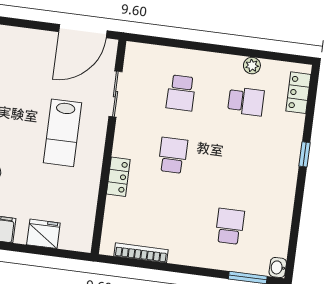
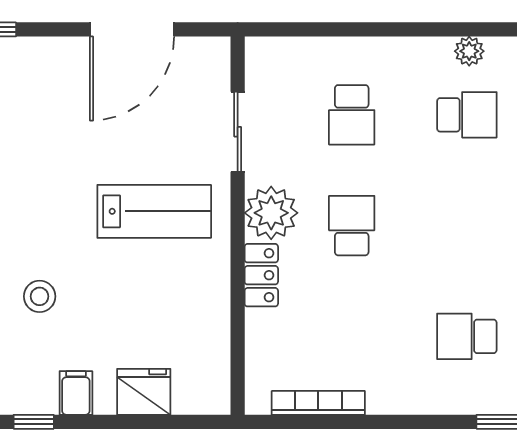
door: (83, 31) -> (132, 29), moved
lab bench: (63, 133) -> (154, 211), turned -90
plant: (128, 142) -> (271, 213), added
school desk: (230, 226) -> (467, 336), turned -90

